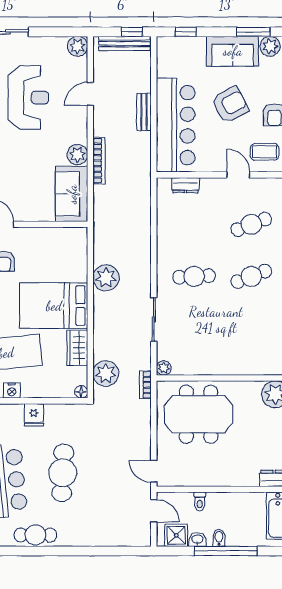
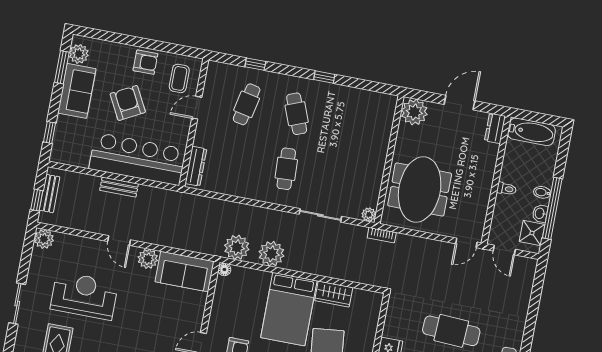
window: (132, 32) -> (37, 200), moved
bench: (124, 43) -> (50, 194), width x0.73
door: (90, 94) -> (119, 241), moved
bookcase: (99, 161) -> (158, 239), removed
dresser: (185, 185) -> (196, 166), width x1.44
cafe table: (251, 224) -> (247, 104), turned 33
plant: (106, 373) -> (237, 247), moved
floor lamp: (81, 392) -> (224, 270), moved
toilet: (200, 501) -> (507, 189), moved
door: (154, 511) -> (504, 250), swing flipped
window: (226, 551) -> (552, 208), moved

